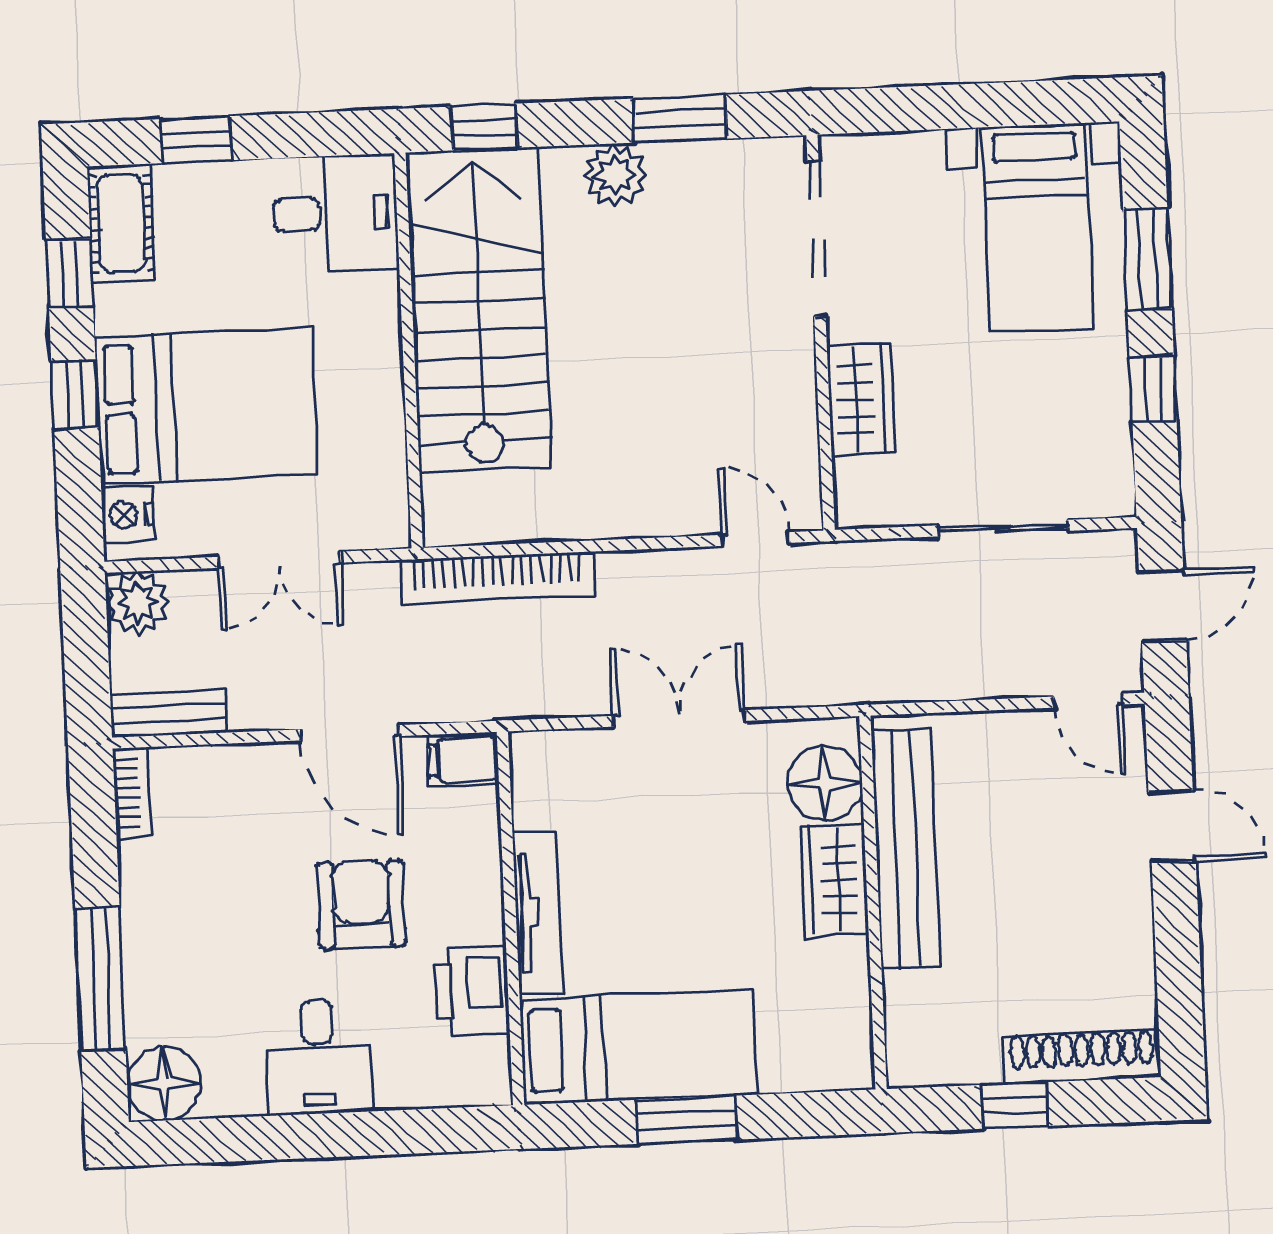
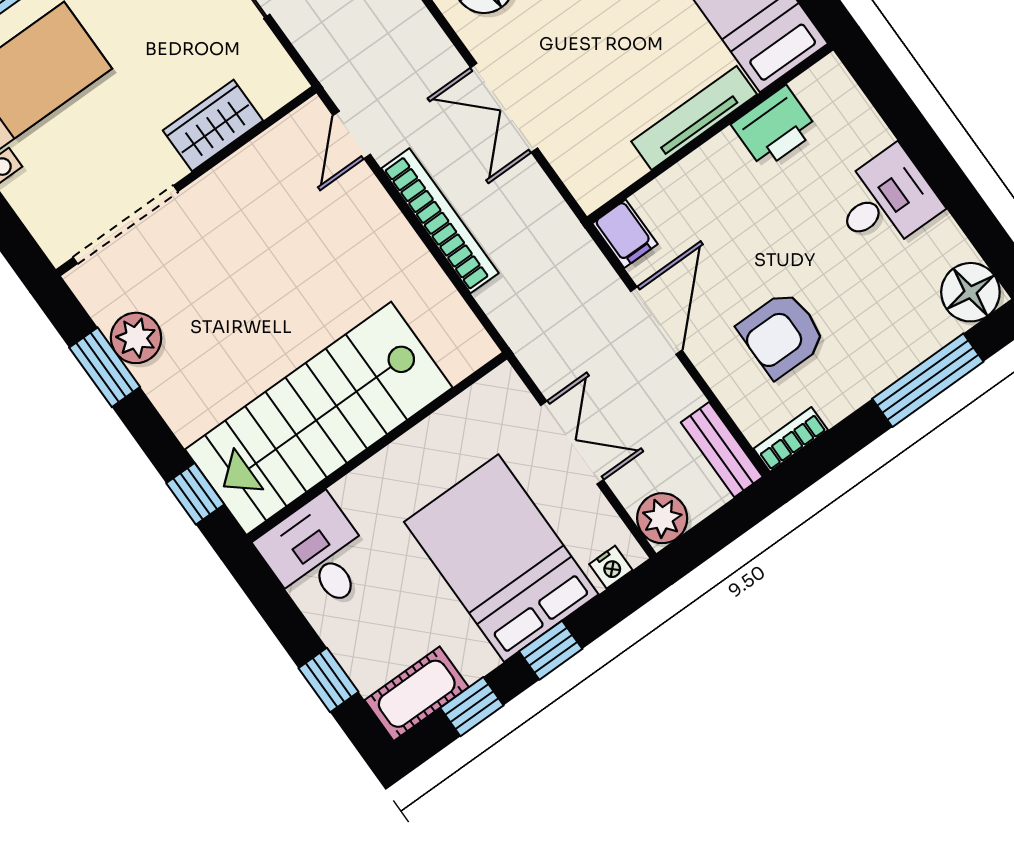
plant: (615, 175) -> (136, 338), moved
nightstand: (128, 515) -> (611, 567), width x0.72, depth x0.74
bookcase: (498, 578) -> (440, 221), moved
armchair: (361, 904) -> (782, 334), moved

